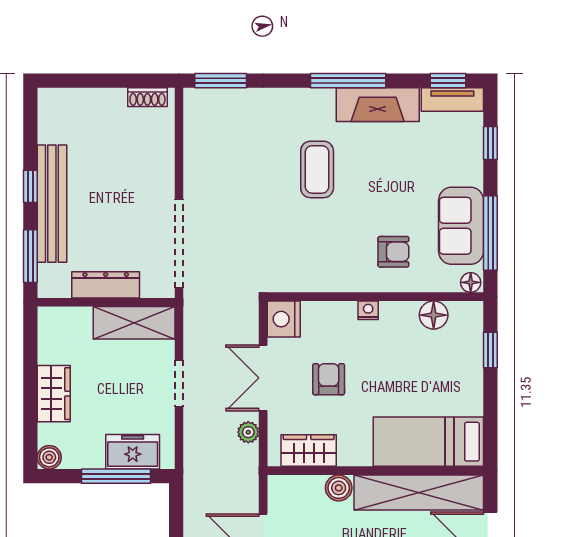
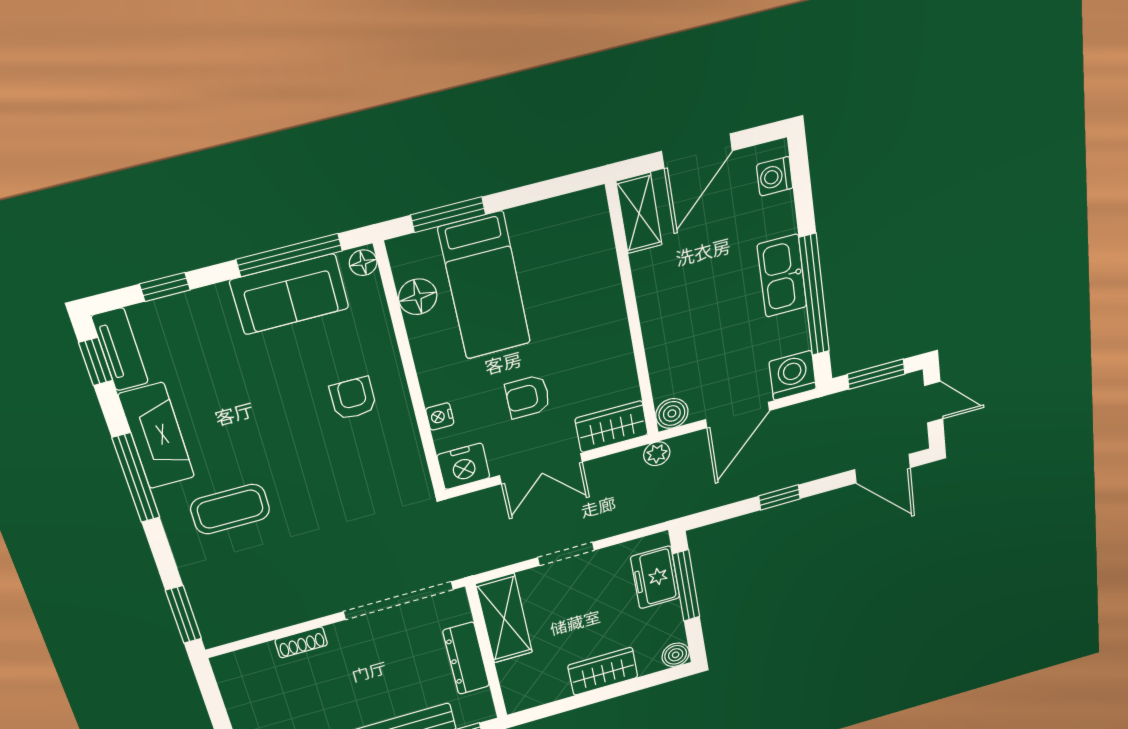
shoe rack: (147, 97) -> (301, 642), moved, turned 90
coffee table: (317, 169) -> (230, 509), moved
armchair: (393, 252) -> (353, 398), moved
nightstand: (368, 310) -> (440, 416), moved
window: (490, 350) -> (448, 215), width x1.50
plant: (248, 432) -> (657, 454), moved
bed: (428, 442) -> (485, 286), moved
wardrobe: (309, 450) -> (612, 427), moved, turned 90
boiler: (339, 488) -> (672, 413), moved
shelving: (419, 492) -> (639, 213), width x0.45, depth x0.75

